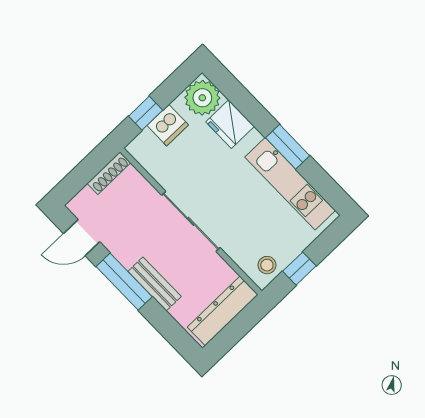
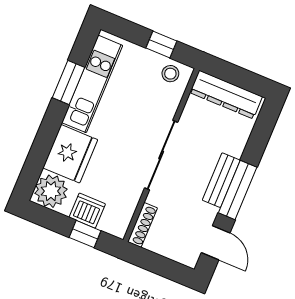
fridge: (230, 124) -> (70, 154), width x1.36, depth x1.34
window: (288, 147) -> (68, 83), moved
shoe rack: (109, 173) -> (142, 225), moved, turned 90
bench: (155, 284) -> (221, 180), moved

